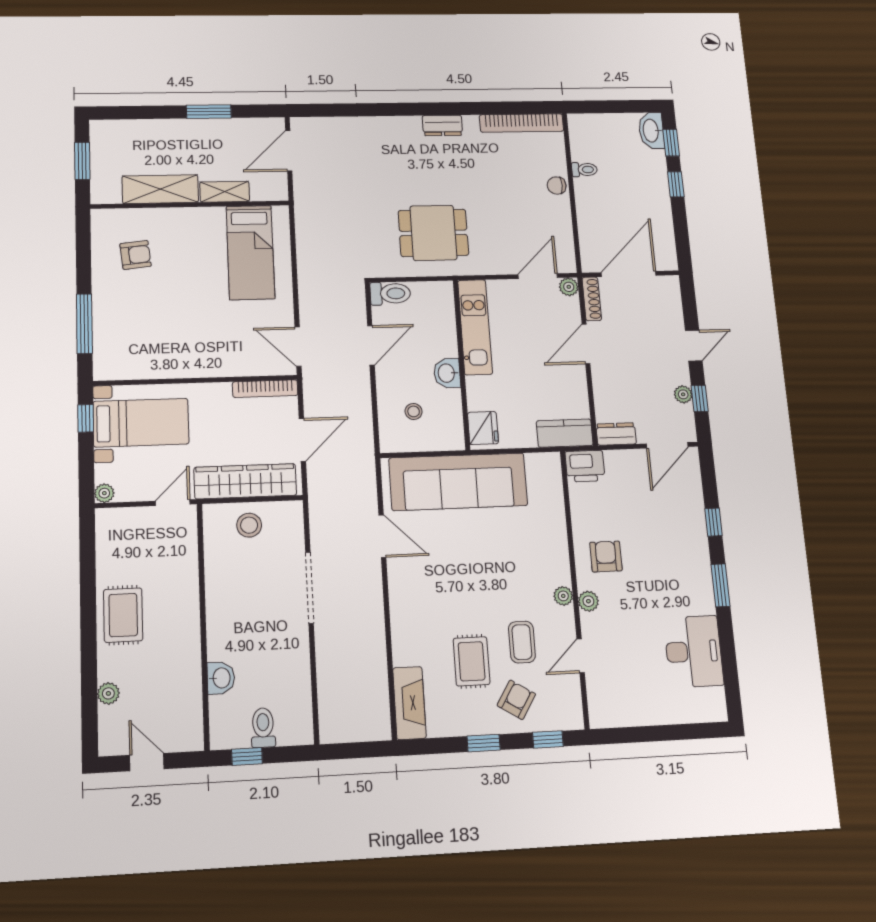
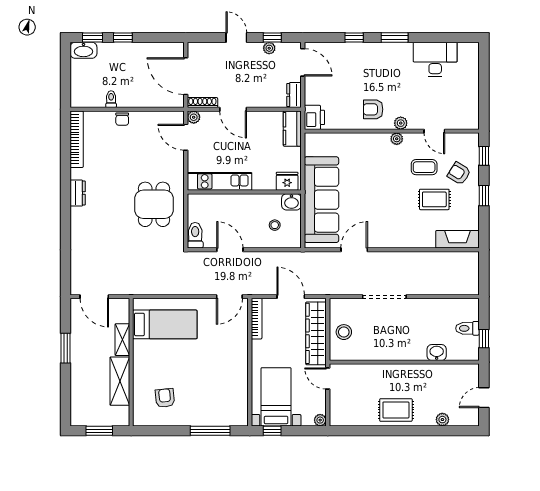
washbasin: (447, 373) -> (291, 202), moved

